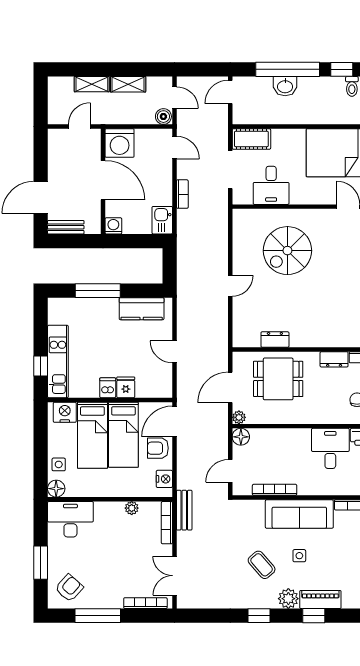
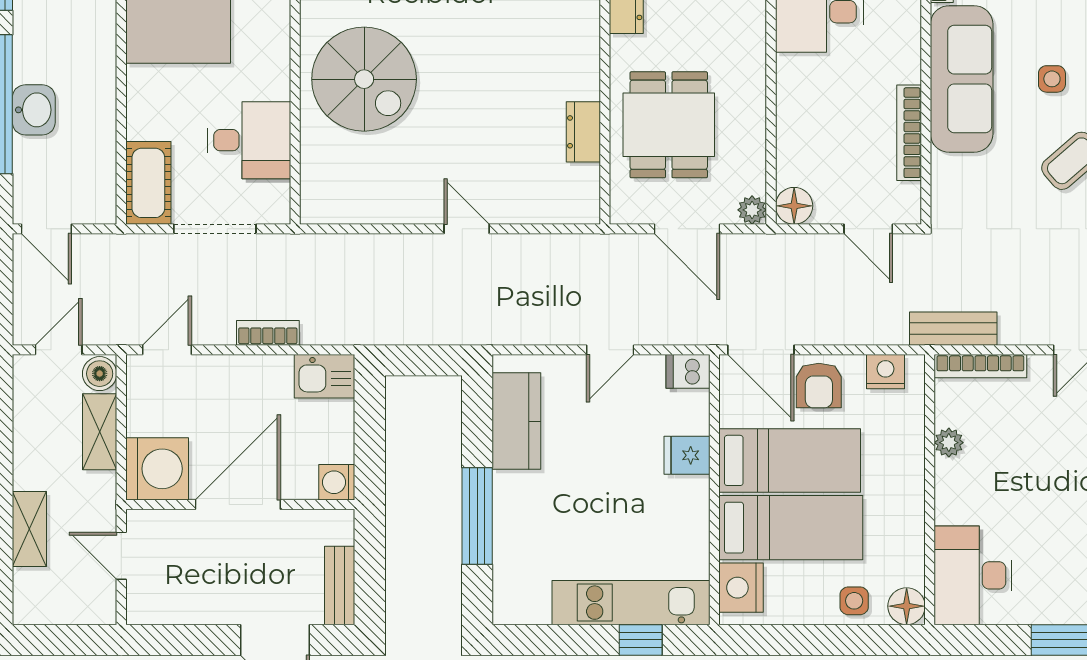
shelving: (128, 84) -> (100, 432), moved
spiral stairs: (287, 251) -> (364, 79), moved
dishwasher: (108, 388) -> (688, 371), moved

